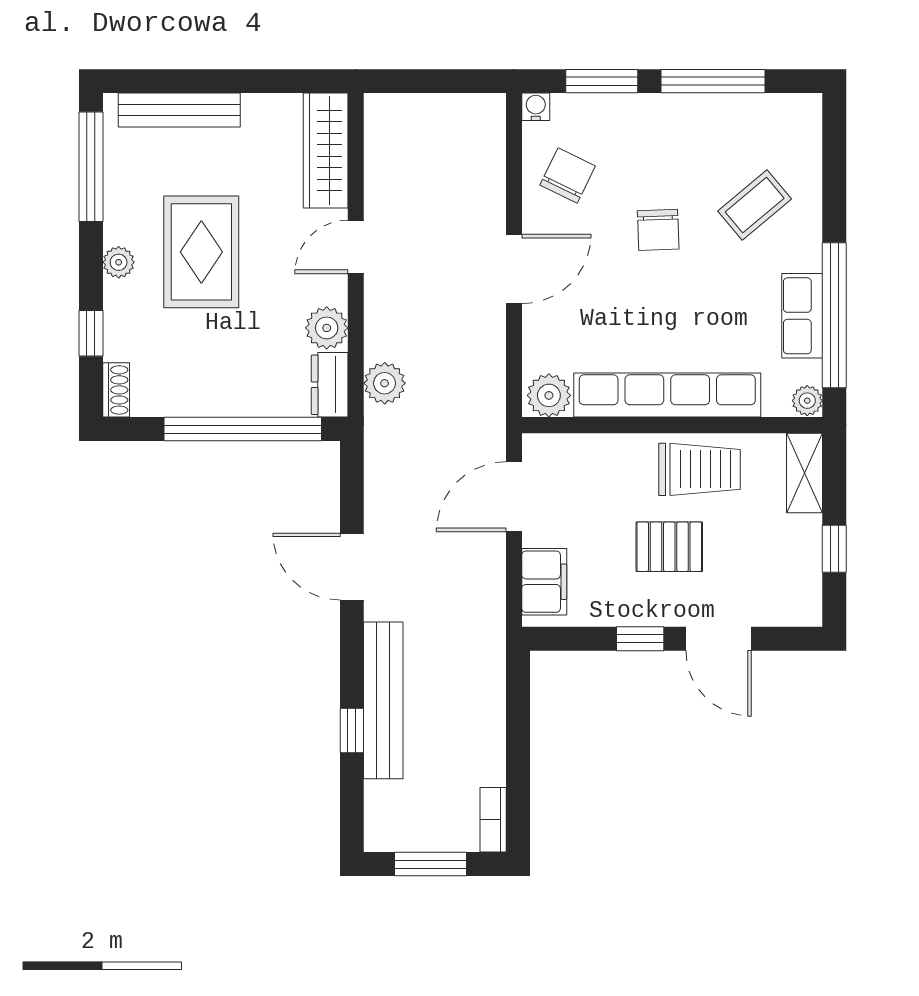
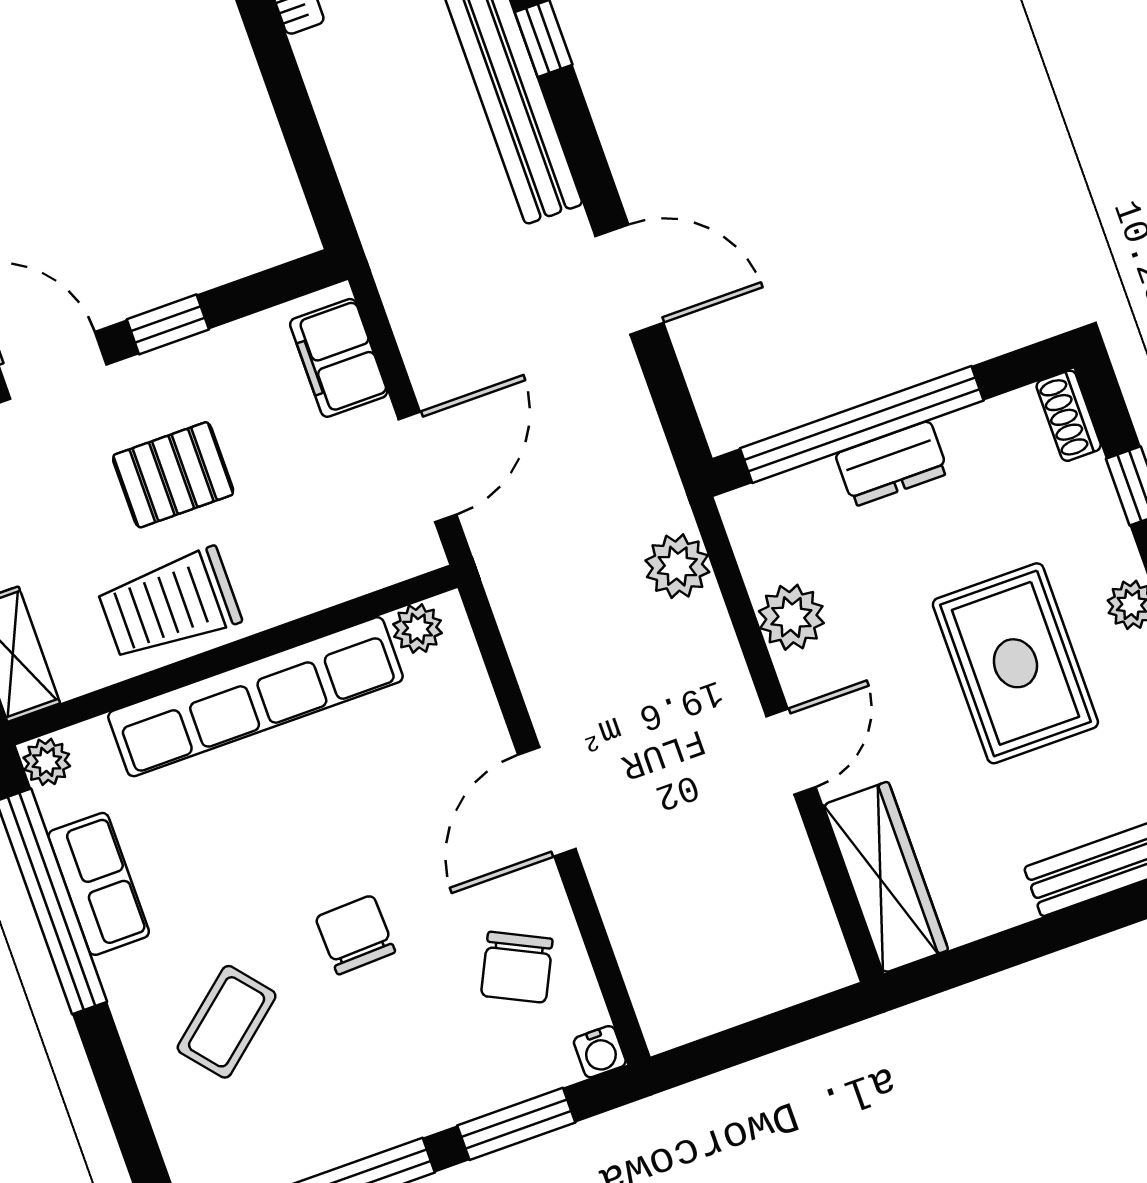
dresser: (330, 385) -> (892, 464), moved, turned 90
plant: (549, 395) -> (417, 629), width x0.73, depth x0.73

